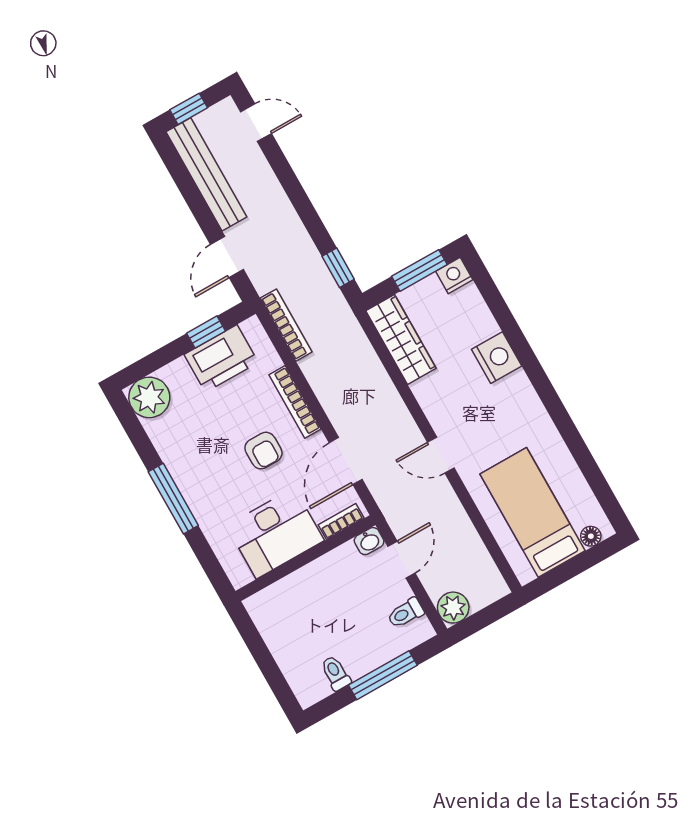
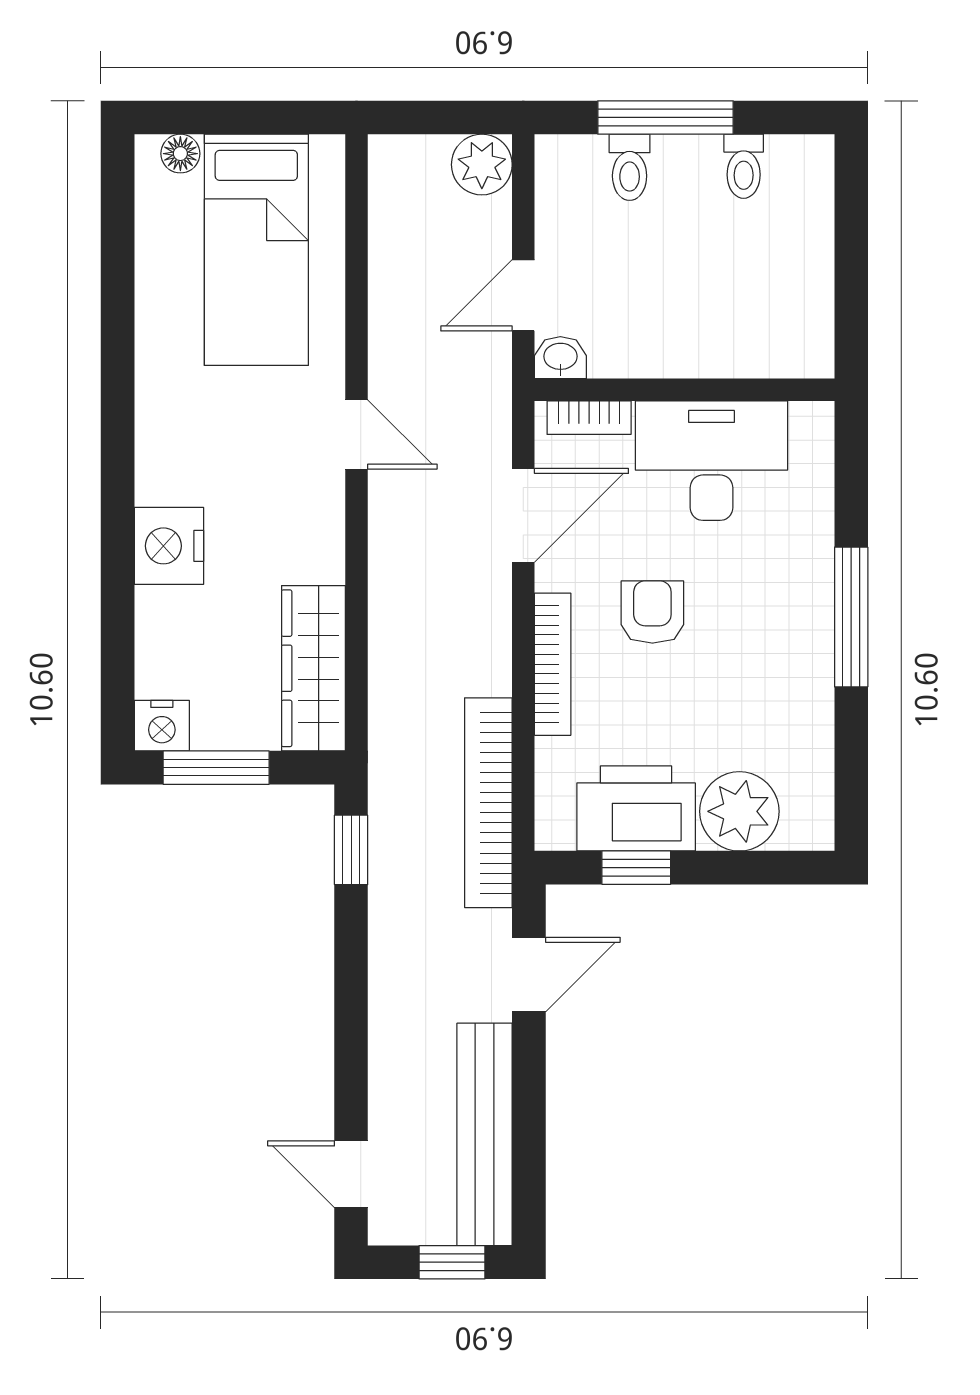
bookcase: (286, 325) -> (488, 803), width x1.48, depth x1.31
plant: (149, 397) -> (739, 811), moved
toilet: (406, 613) -> (630, 167), moved, turned 90

